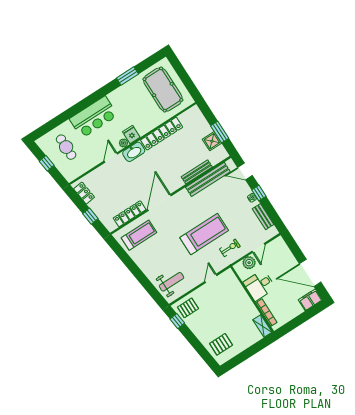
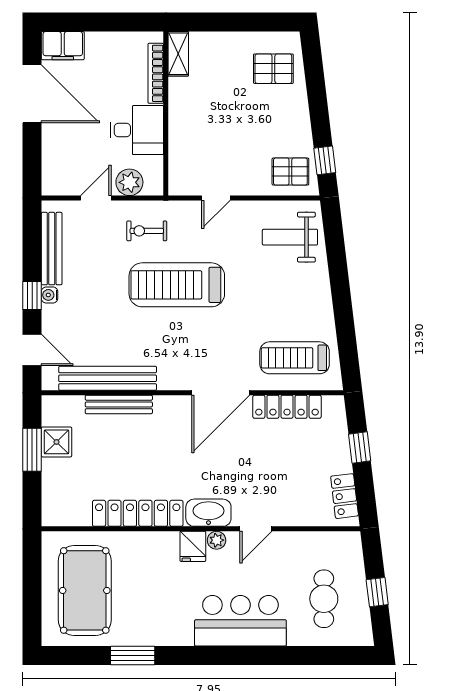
bench: (263, 217) -> (52, 249), width x1.36

